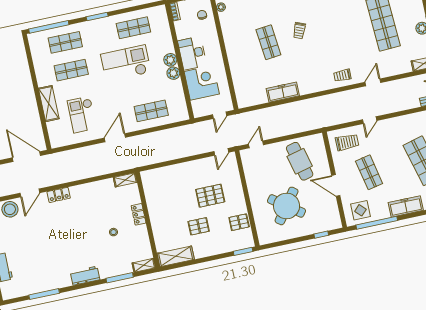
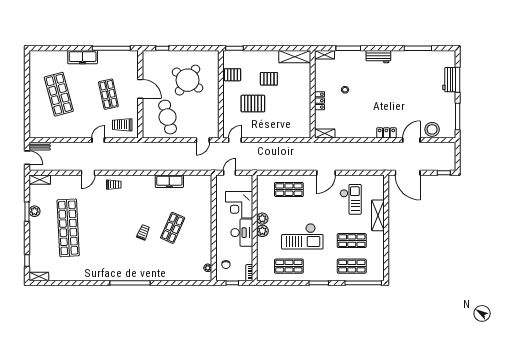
shop shelf: (268, 42) -> (173, 228), turned 30
display table: (360, 210) -> (123, 62), removed

